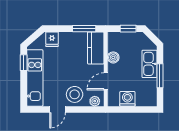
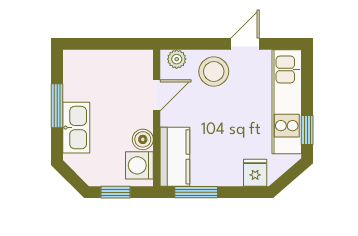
washing machine: (127, 99) -> (139, 165), moved, turned 90

